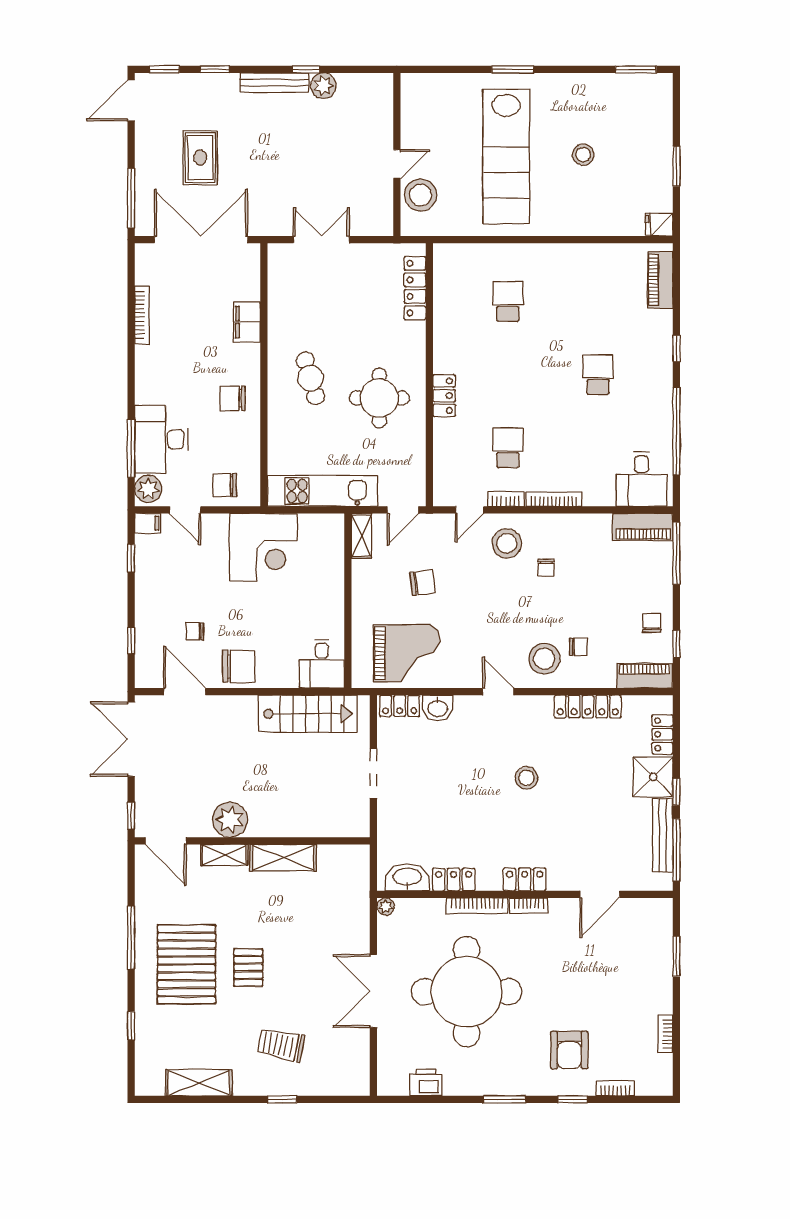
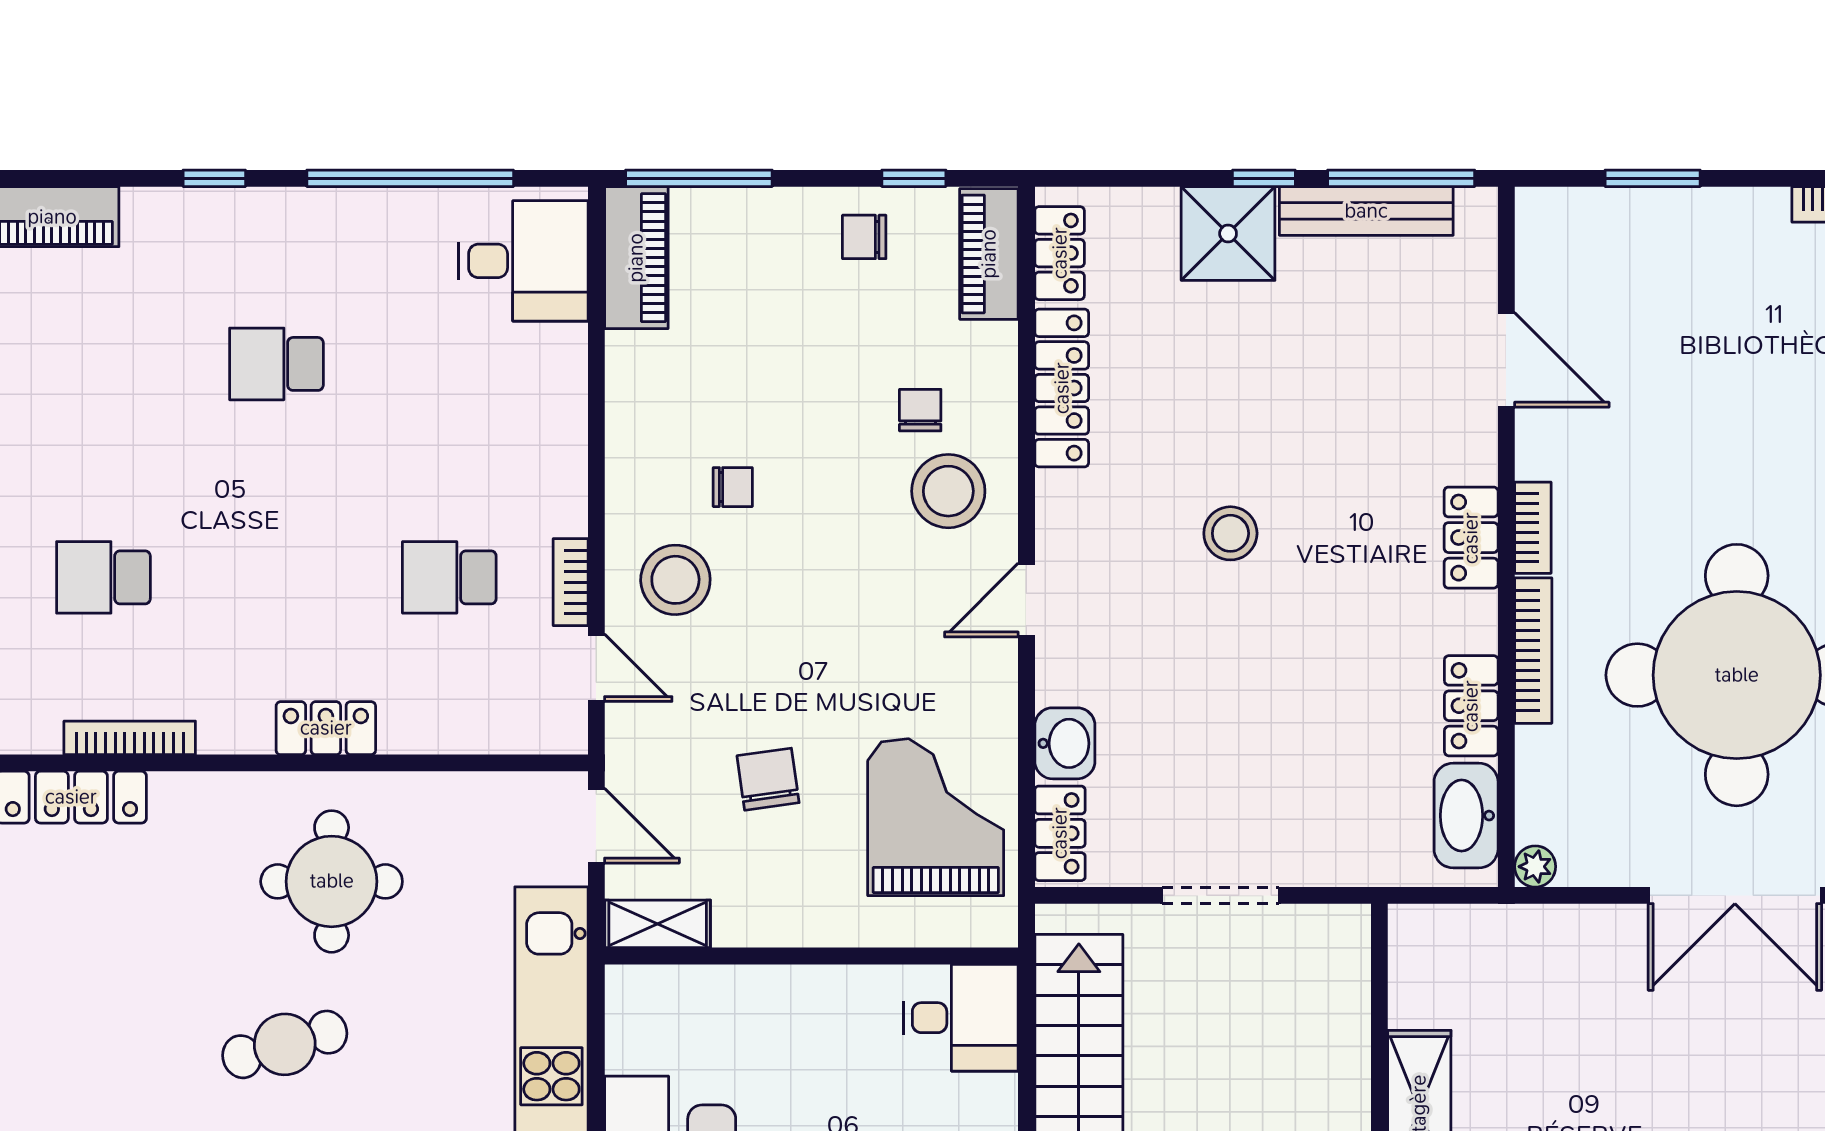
bookcase: (554, 499) -> (130, 738), moved, turned 90
locker: (662, 734) -> (1060, 253), moved, turned -90

